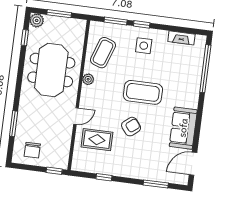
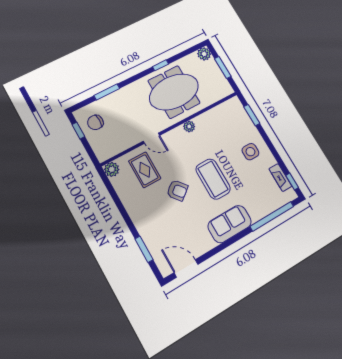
window: (142, 24) -> (292, 181), moved
window: (25, 38) -> (161, 65), moved
coffee table: (103, 53) -> (220, 123), removed
sofa: (183, 128) -> (230, 224), moved
plant: (78, 164) -> (112, 169), added
window: (54, 171) -> (78, 131), moved
window: (104, 177) -> (116, 199), removed

